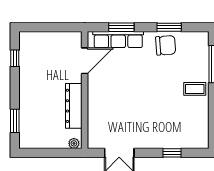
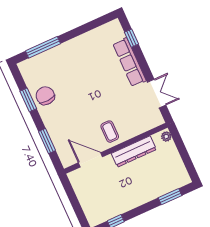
row of seats: (118, 40) -> (129, 62), moved, turned 180
coffee table: (195, 89) -> (110, 132), moved
window: (172, 153) -> (131, 38), moved

